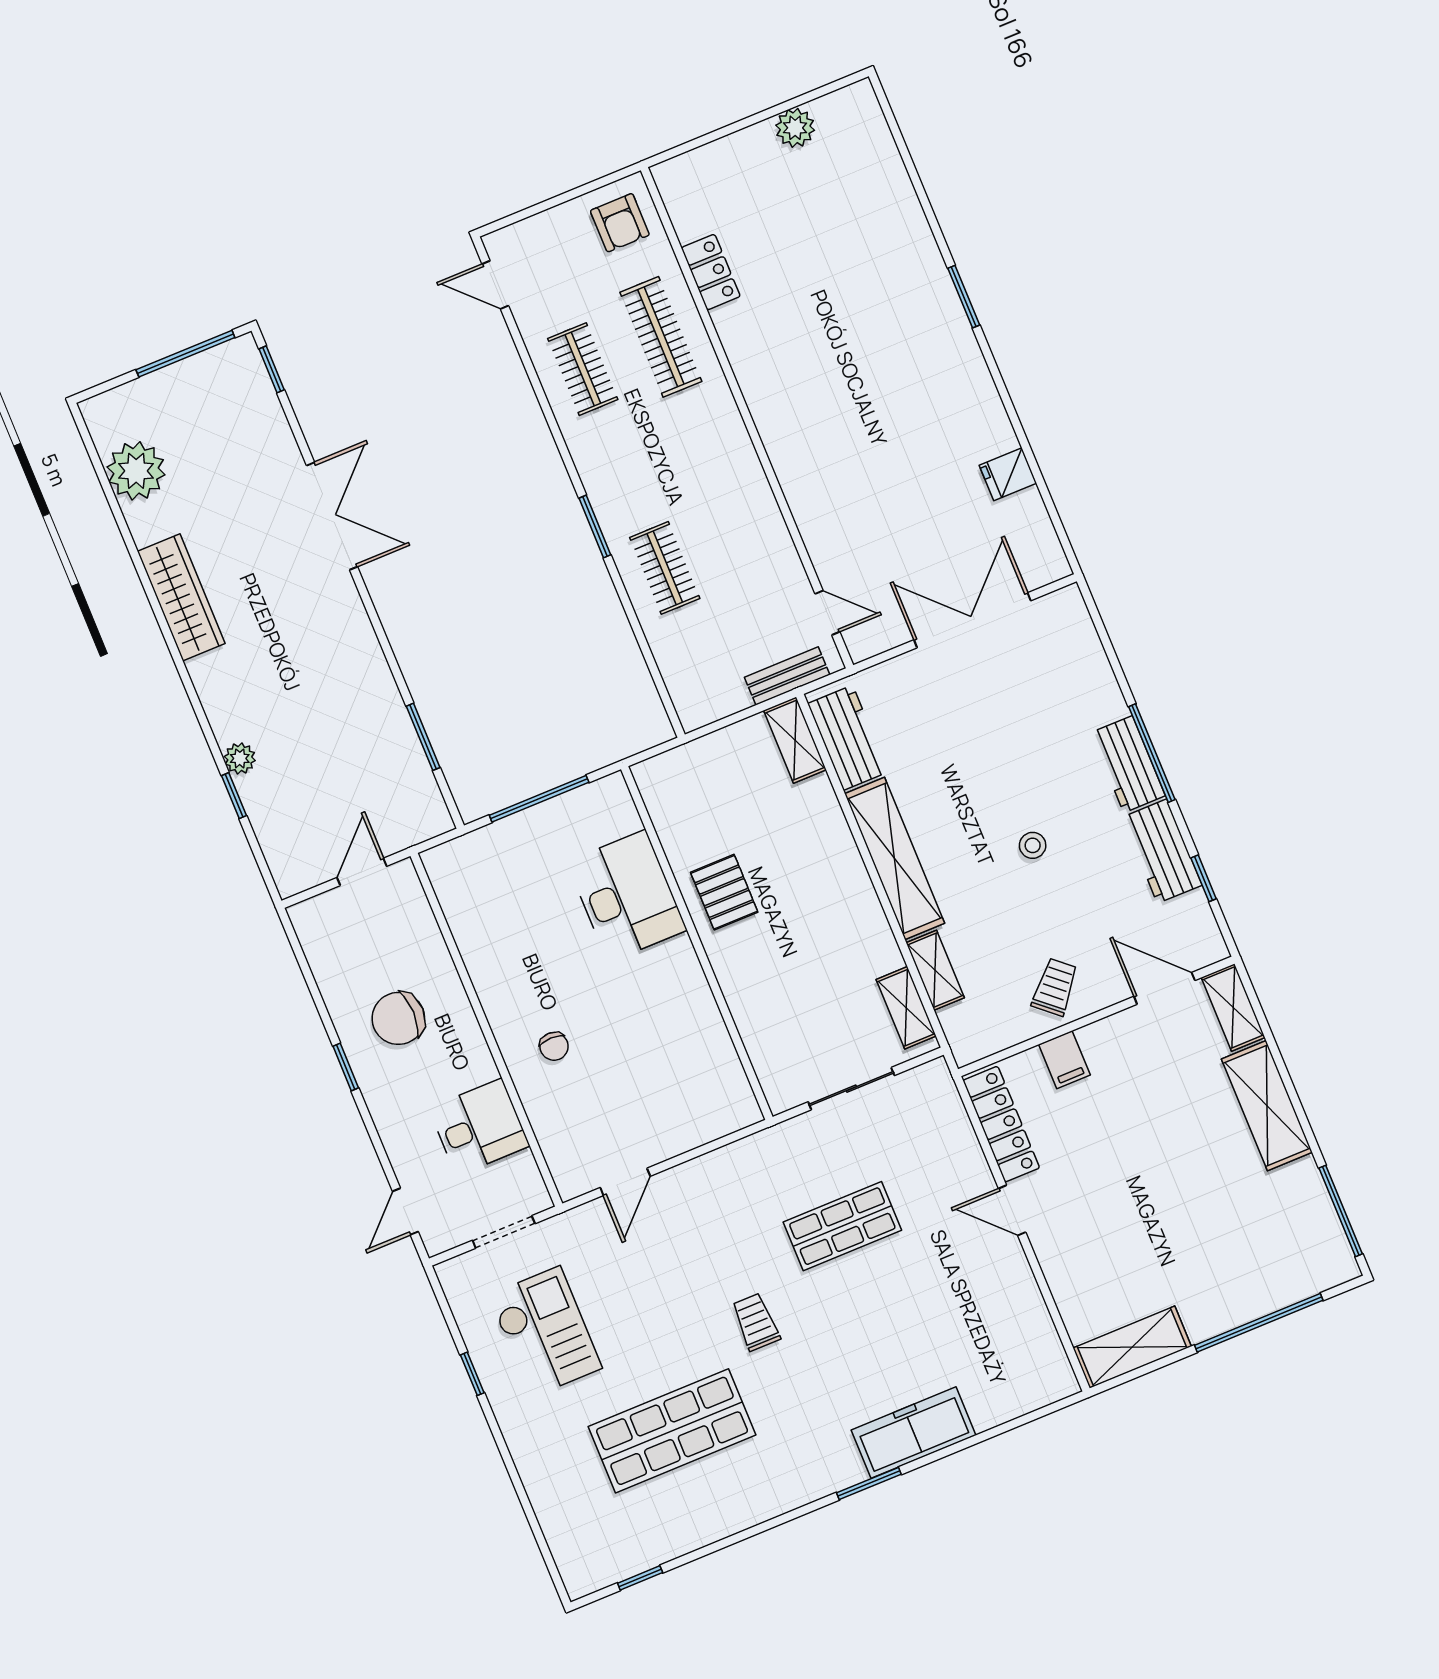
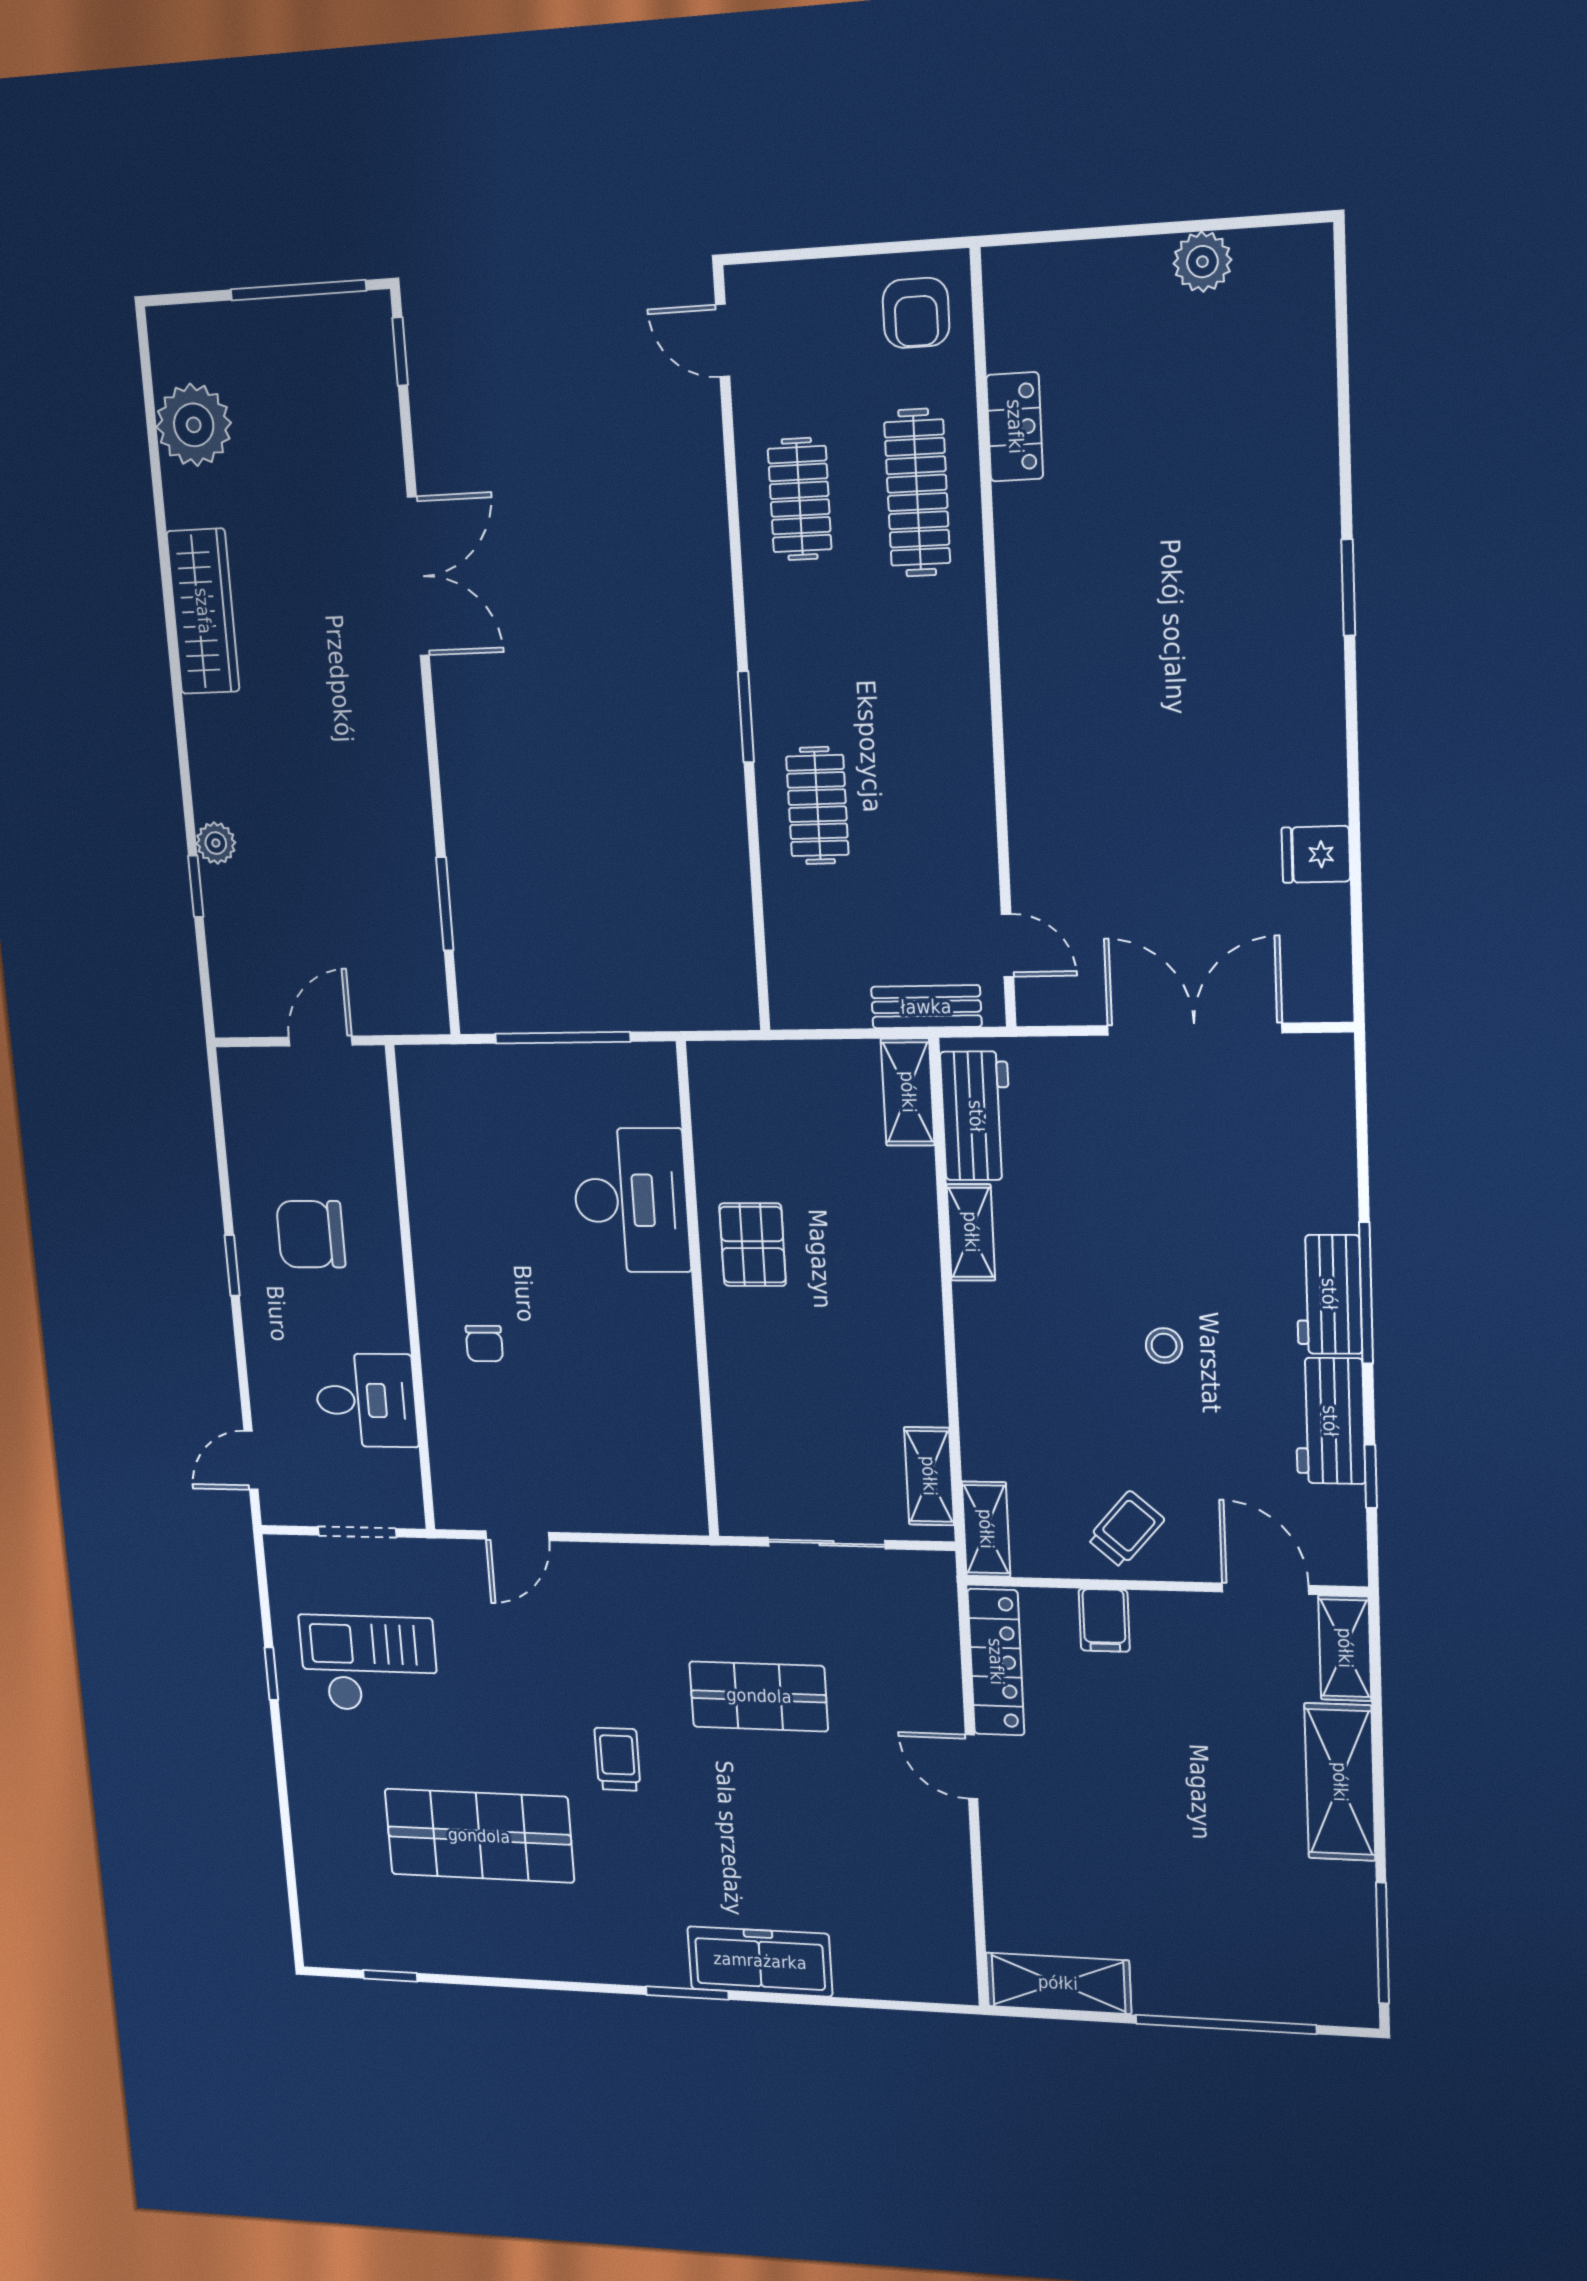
shelving: (895, 858) -> (971, 1232), width x0.45, depth x0.75
shelving: (935, 970) -> (986, 1529), moved
checkout: (545, 1332) -> (369, 1664), turned -90

